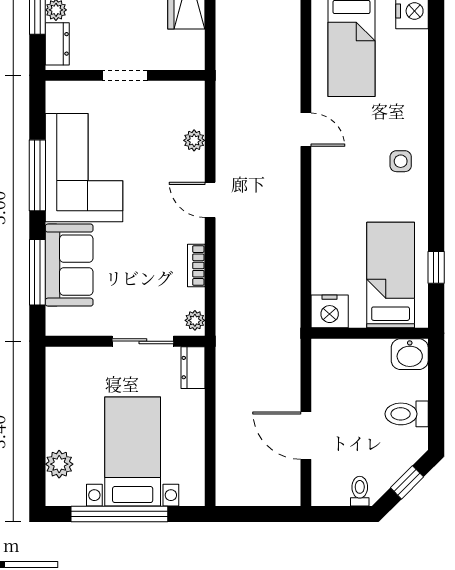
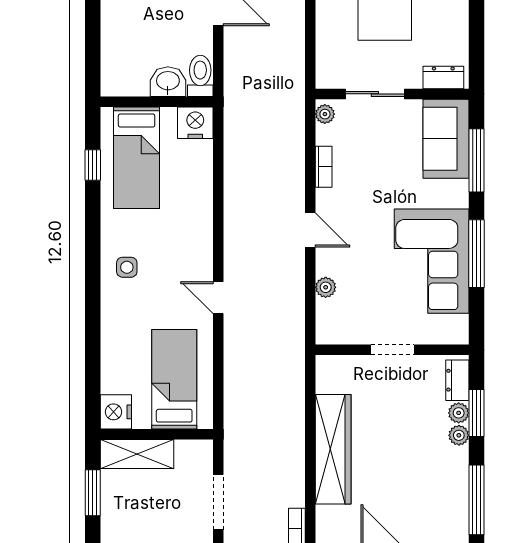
sofa: (69, 265) -> (446, 139), moved
washbasin: (410, 354) -> (168, 82), moved
dresser: (193, 368) -> (443, 77), moved, turned -90
toilet: (407, 414) -> (200, 76), moved, turned -90

